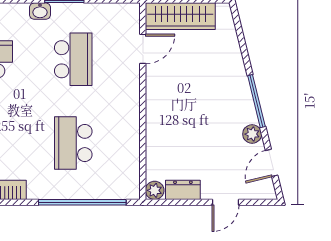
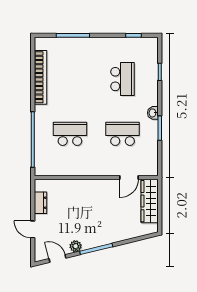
door: (143, 49) -> (129, 177), hinge flipped
school desk: (73, 59) -> (123, 134), turned 180
plant: (155, 190) -> (40, 185), removed

